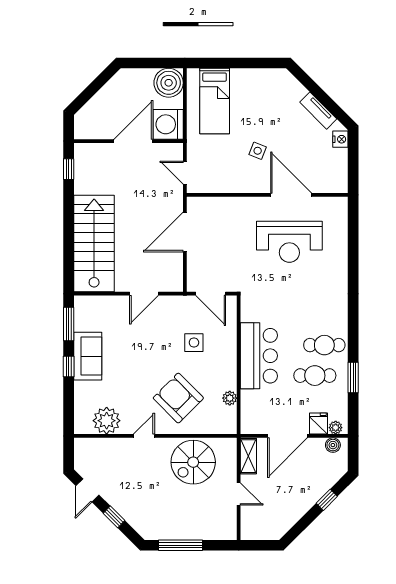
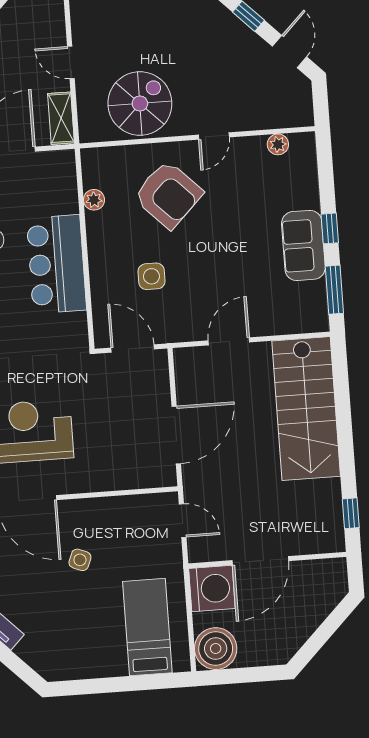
plant: (107, 421) -> (278, 144), width x0.53, depth x0.53

